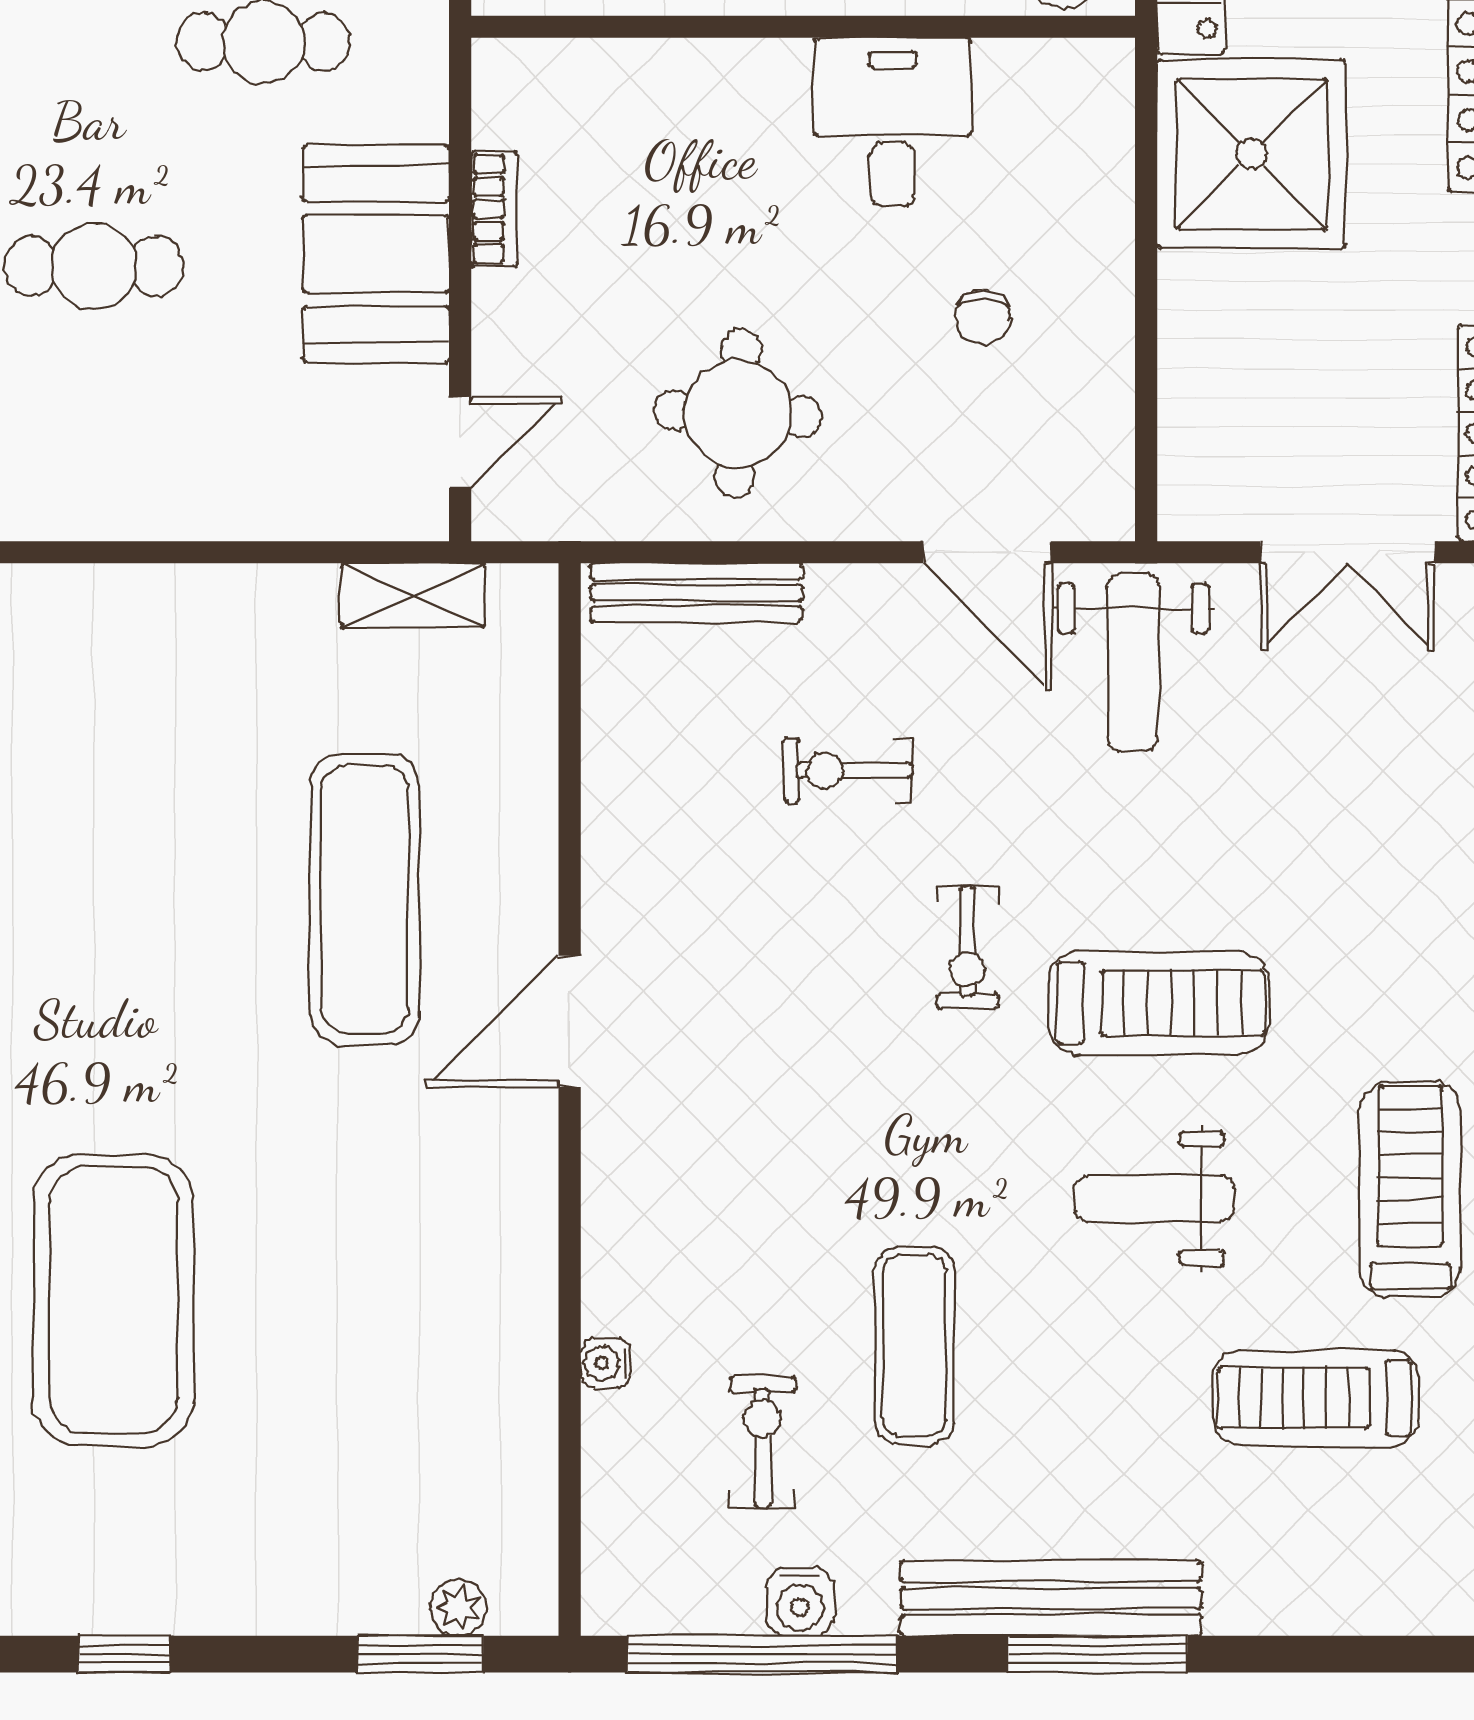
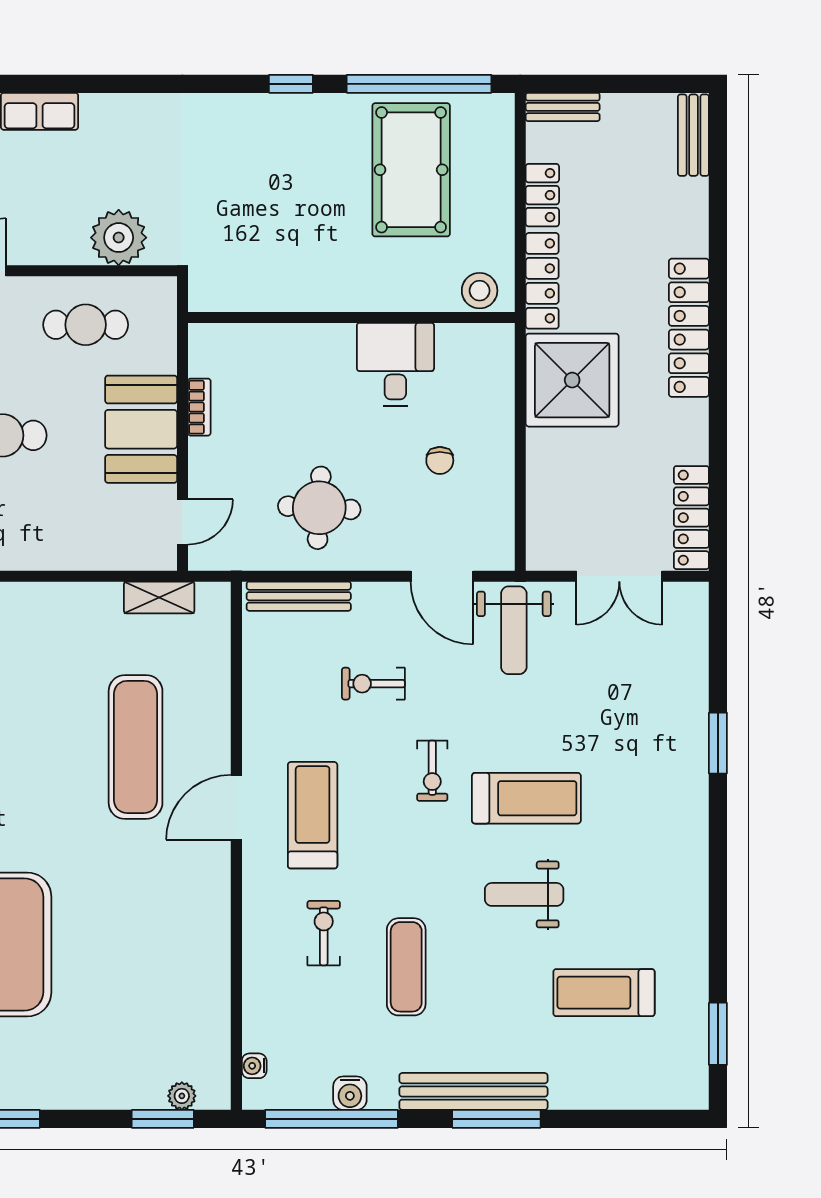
treadmill: (1410, 1190) -> (313, 815), moved
water cooler: (606, 1363) -> (254, 1066), moved
exercise bike: (762, 1442) -> (324, 933), moved

